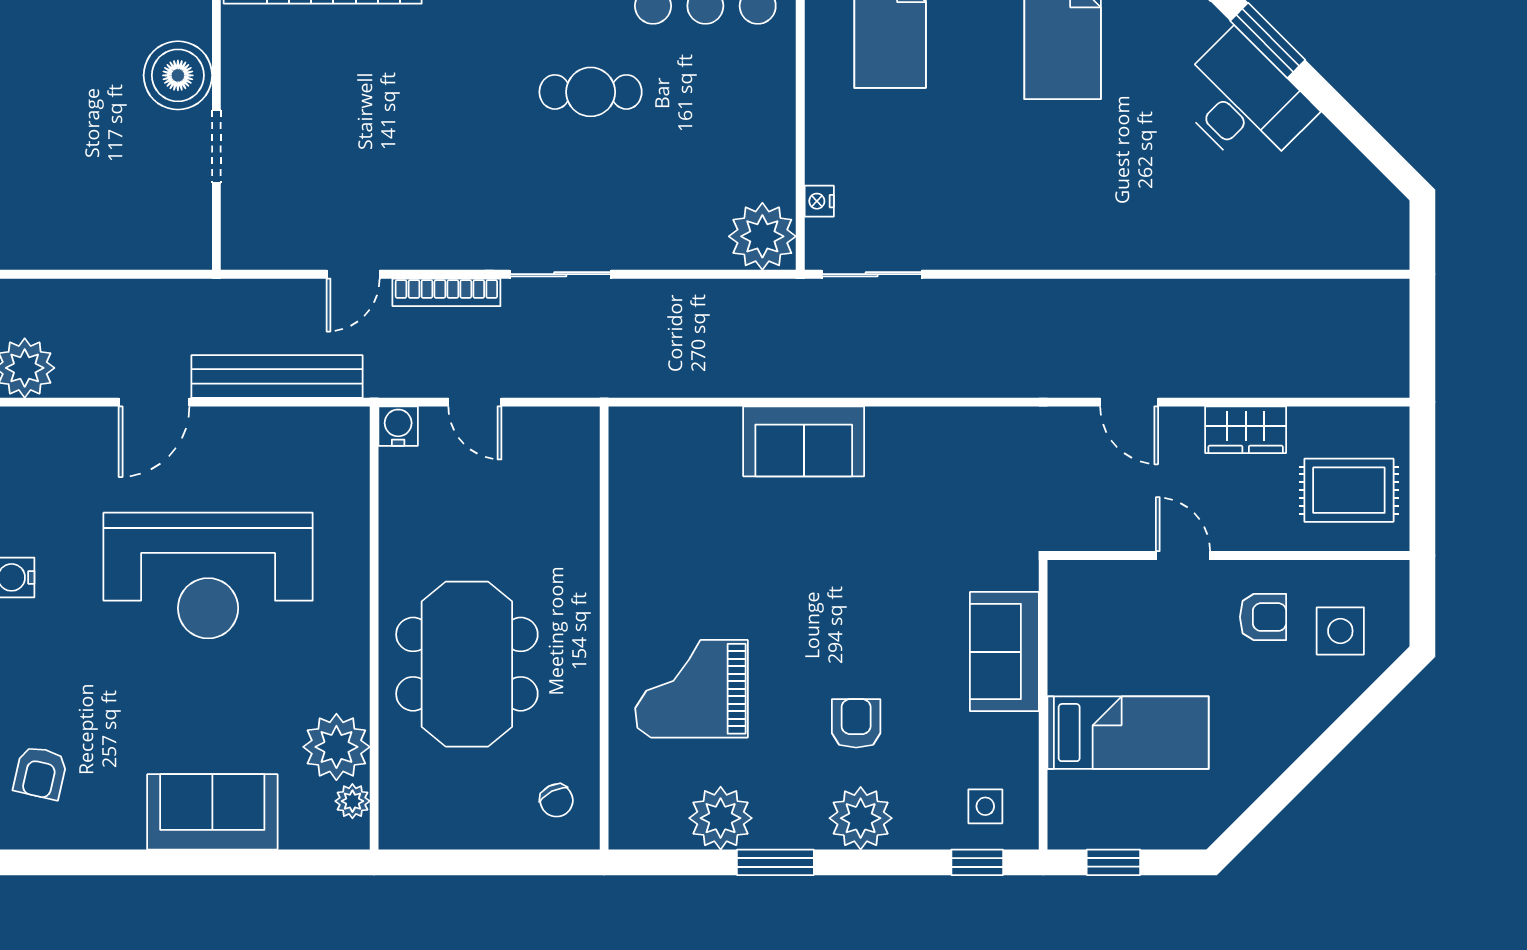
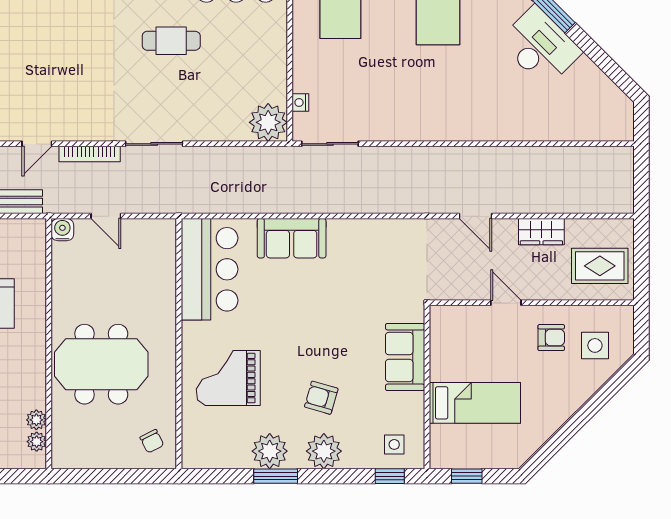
bar counter: (658, 496) -> (210, 269), added
meeting table: (467, 664) -> (101, 364), turned 90
armchair: (856, 723) -> (321, 398), turned -74
plant: (336, 747) -> (36, 420), width x0.53, depth x0.53
plant: (721, 818) -> (270, 451), moved

